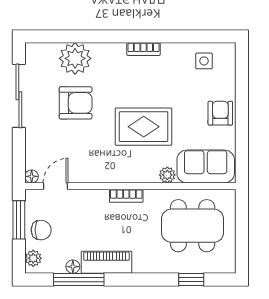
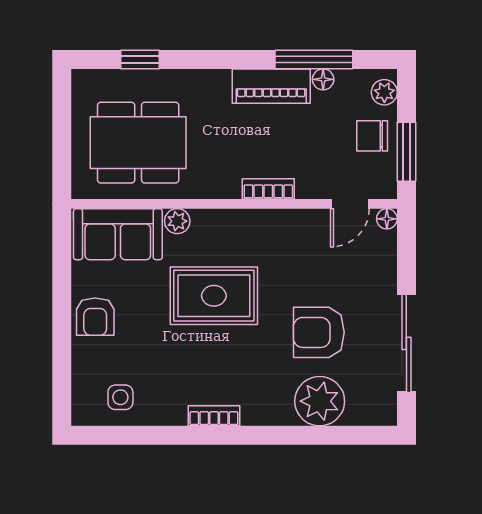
bookcase: (126, 196) -> (268, 189), moved

